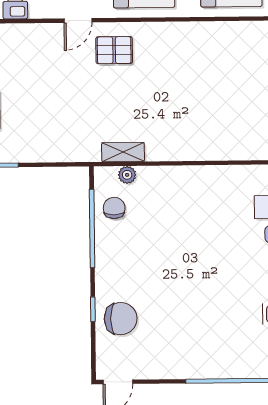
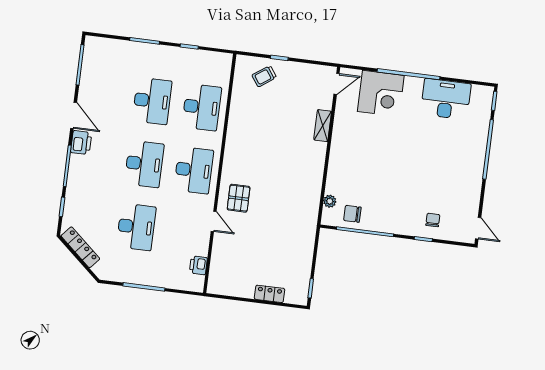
shelving: (123, 152) -> (323, 126), moved
chair: (121, 319) -> (433, 220), width x0.54, depth x0.54

